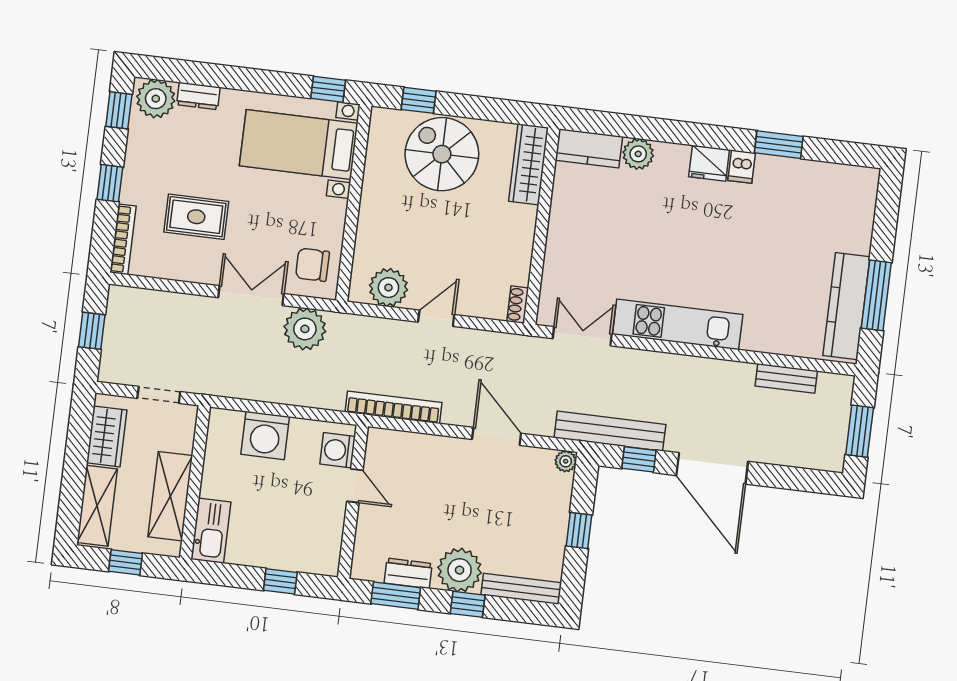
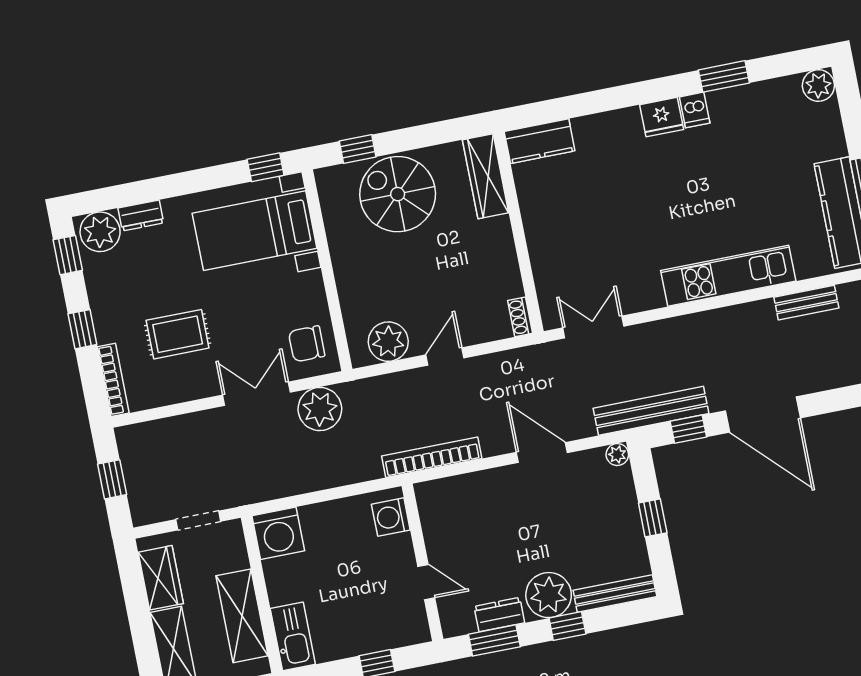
plant: (638, 154) -> (818, 85), moved
kitchen unit: (678, 324) -> (728, 276), moved
washing machine: (265, 435) -> (278, 533), moved
door: (355, 486) -> (426, 582), moved

